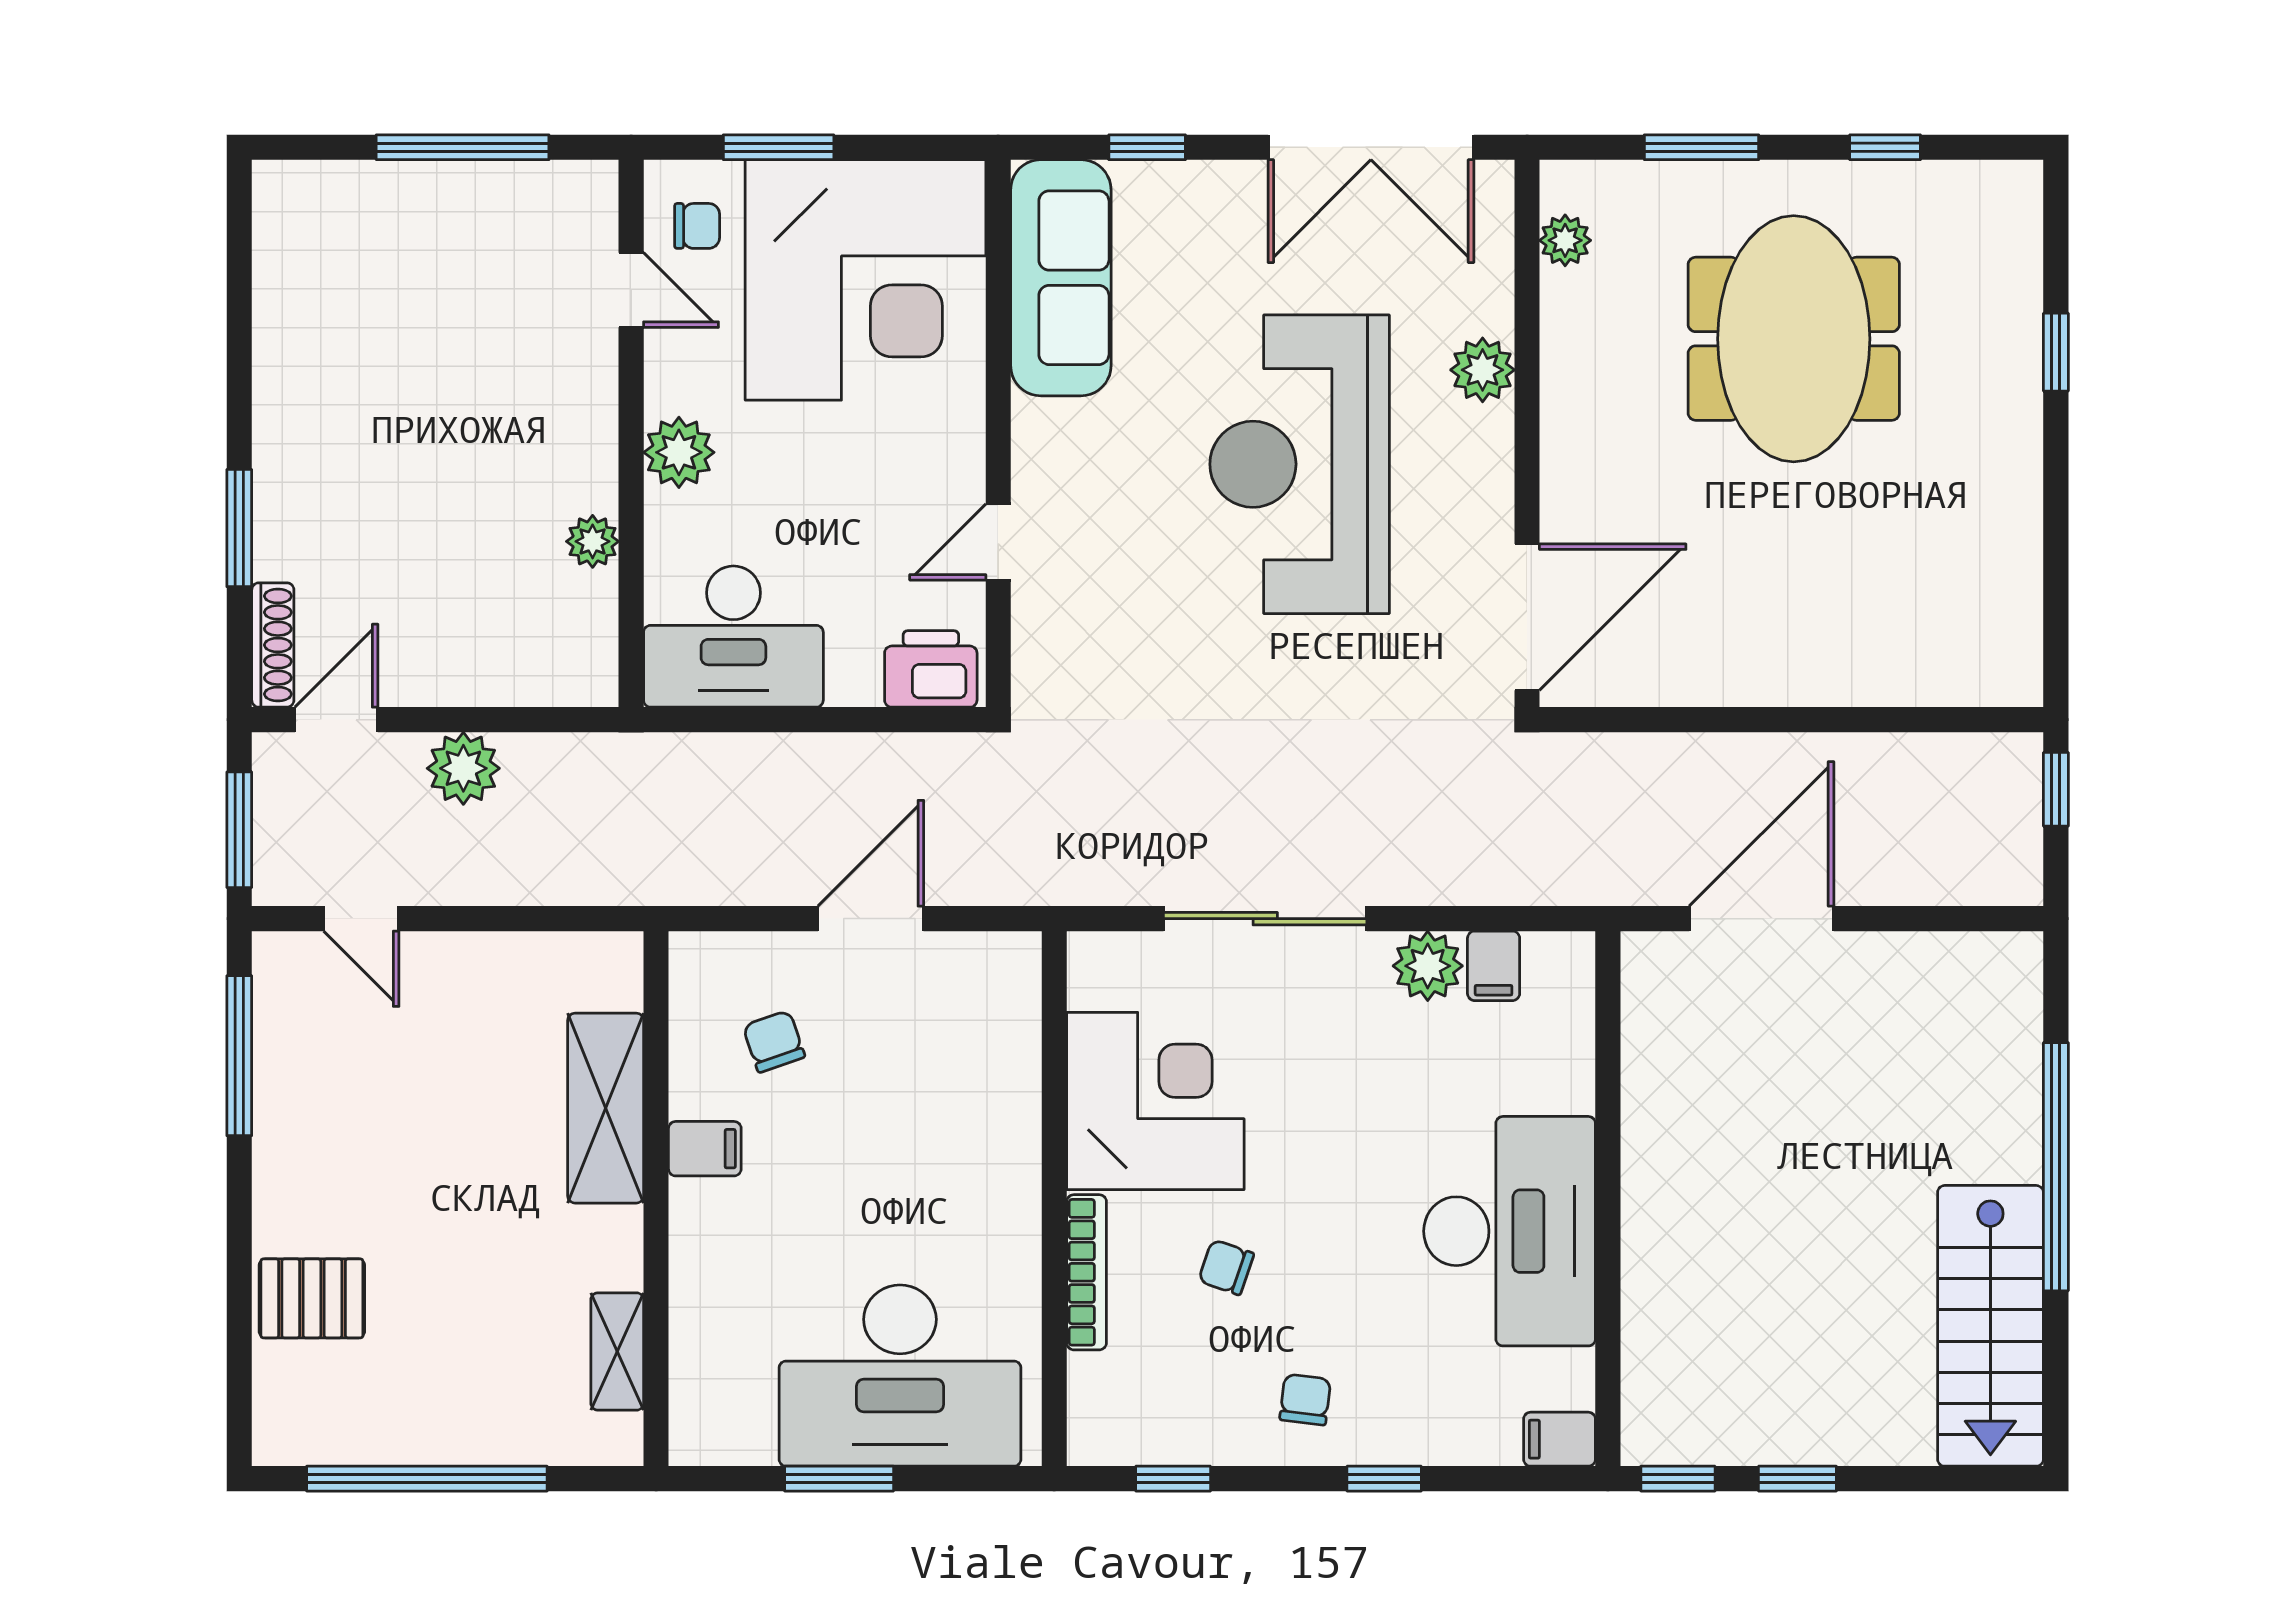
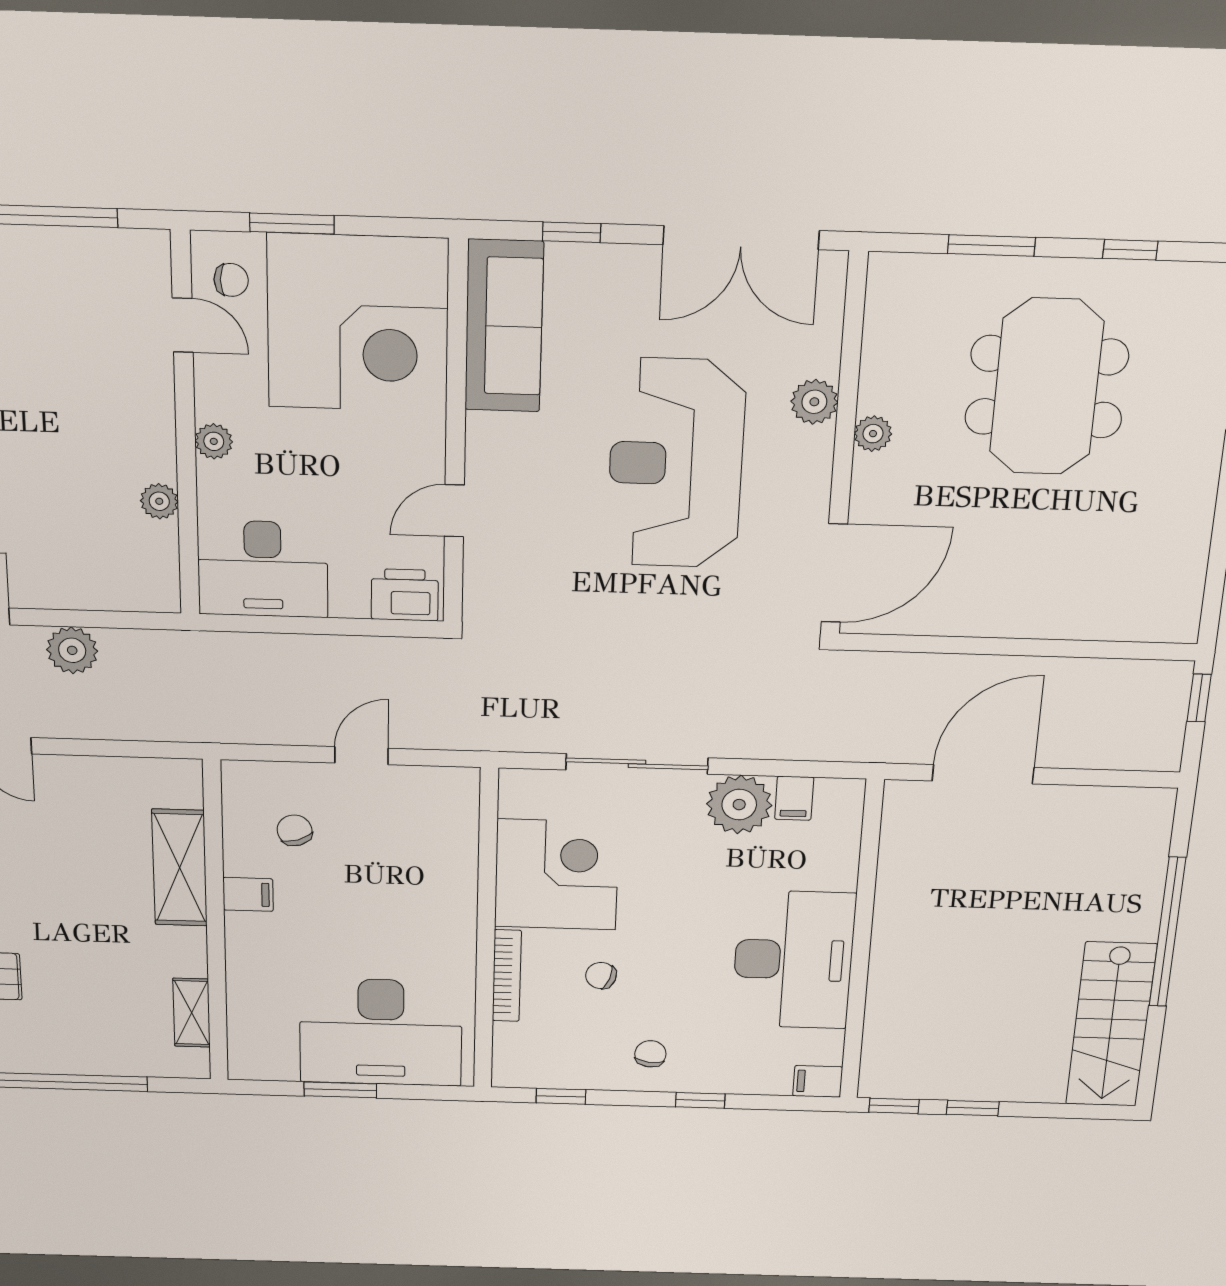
plant: (1565, 240) -> (873, 434), moved
plant: (679, 452) -> (214, 441), width x0.73, depth x0.73
door: (871, 919) -> (361, 756), width x0.73
plant: (1428, 966) -> (739, 805), width x1.36, depth x1.36

